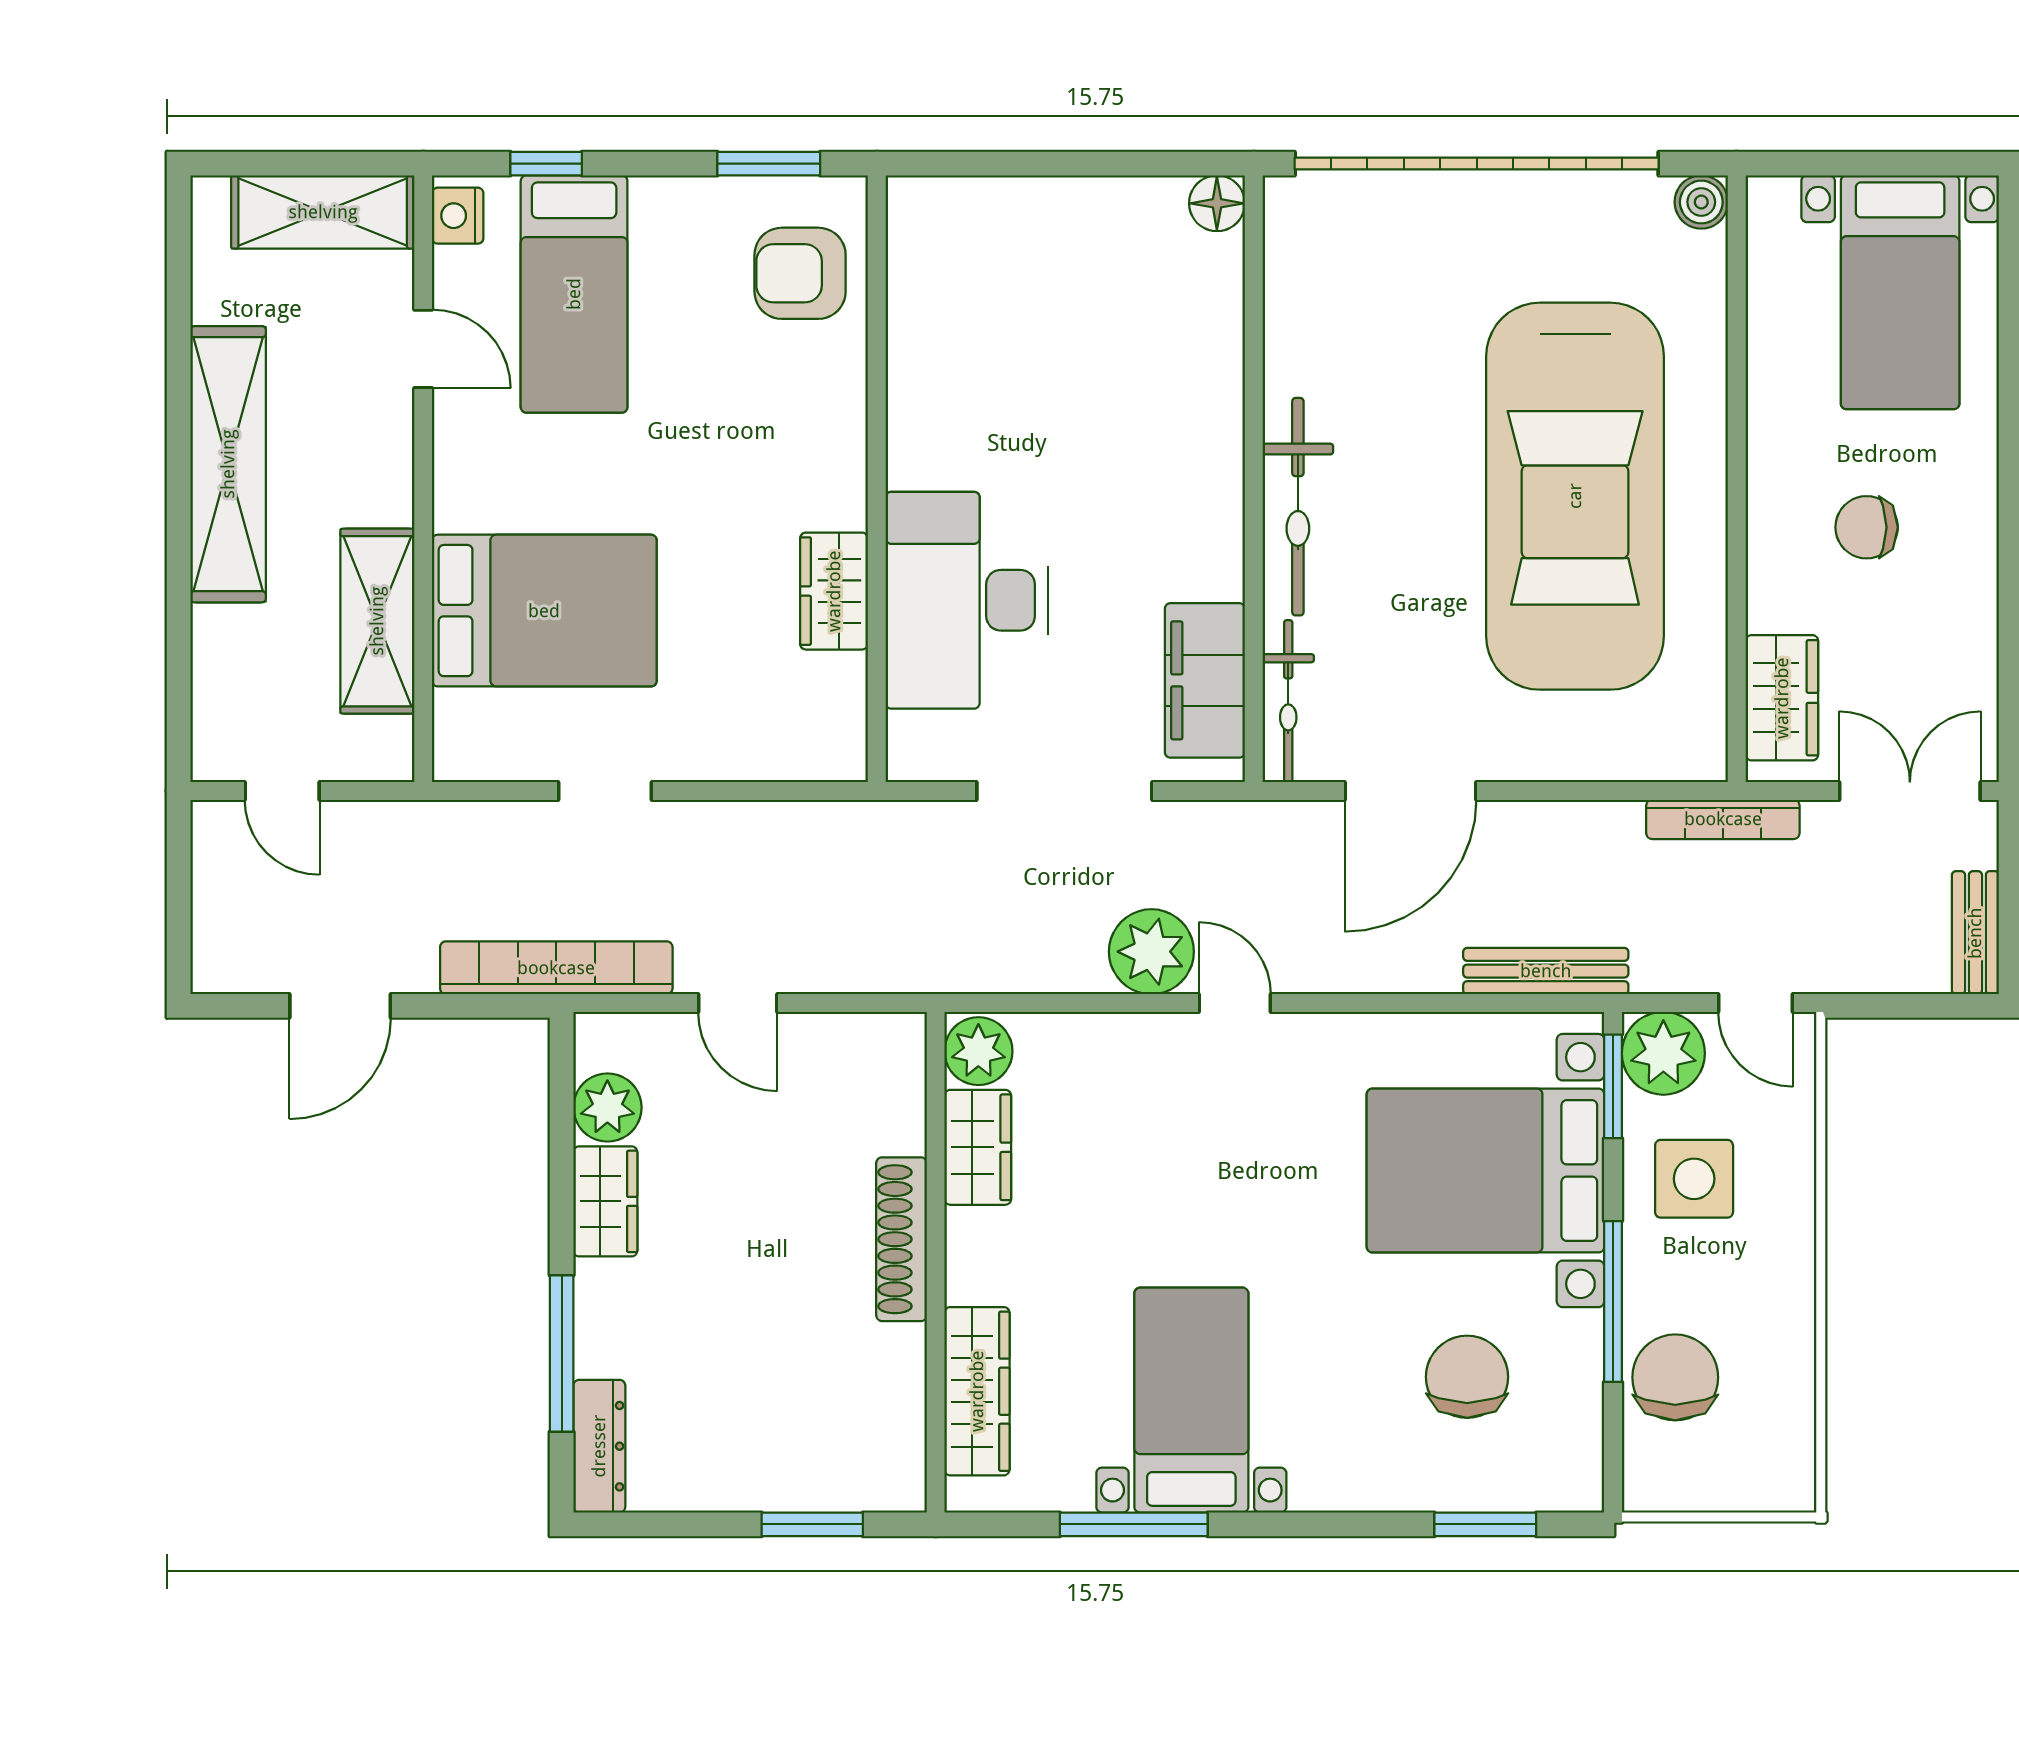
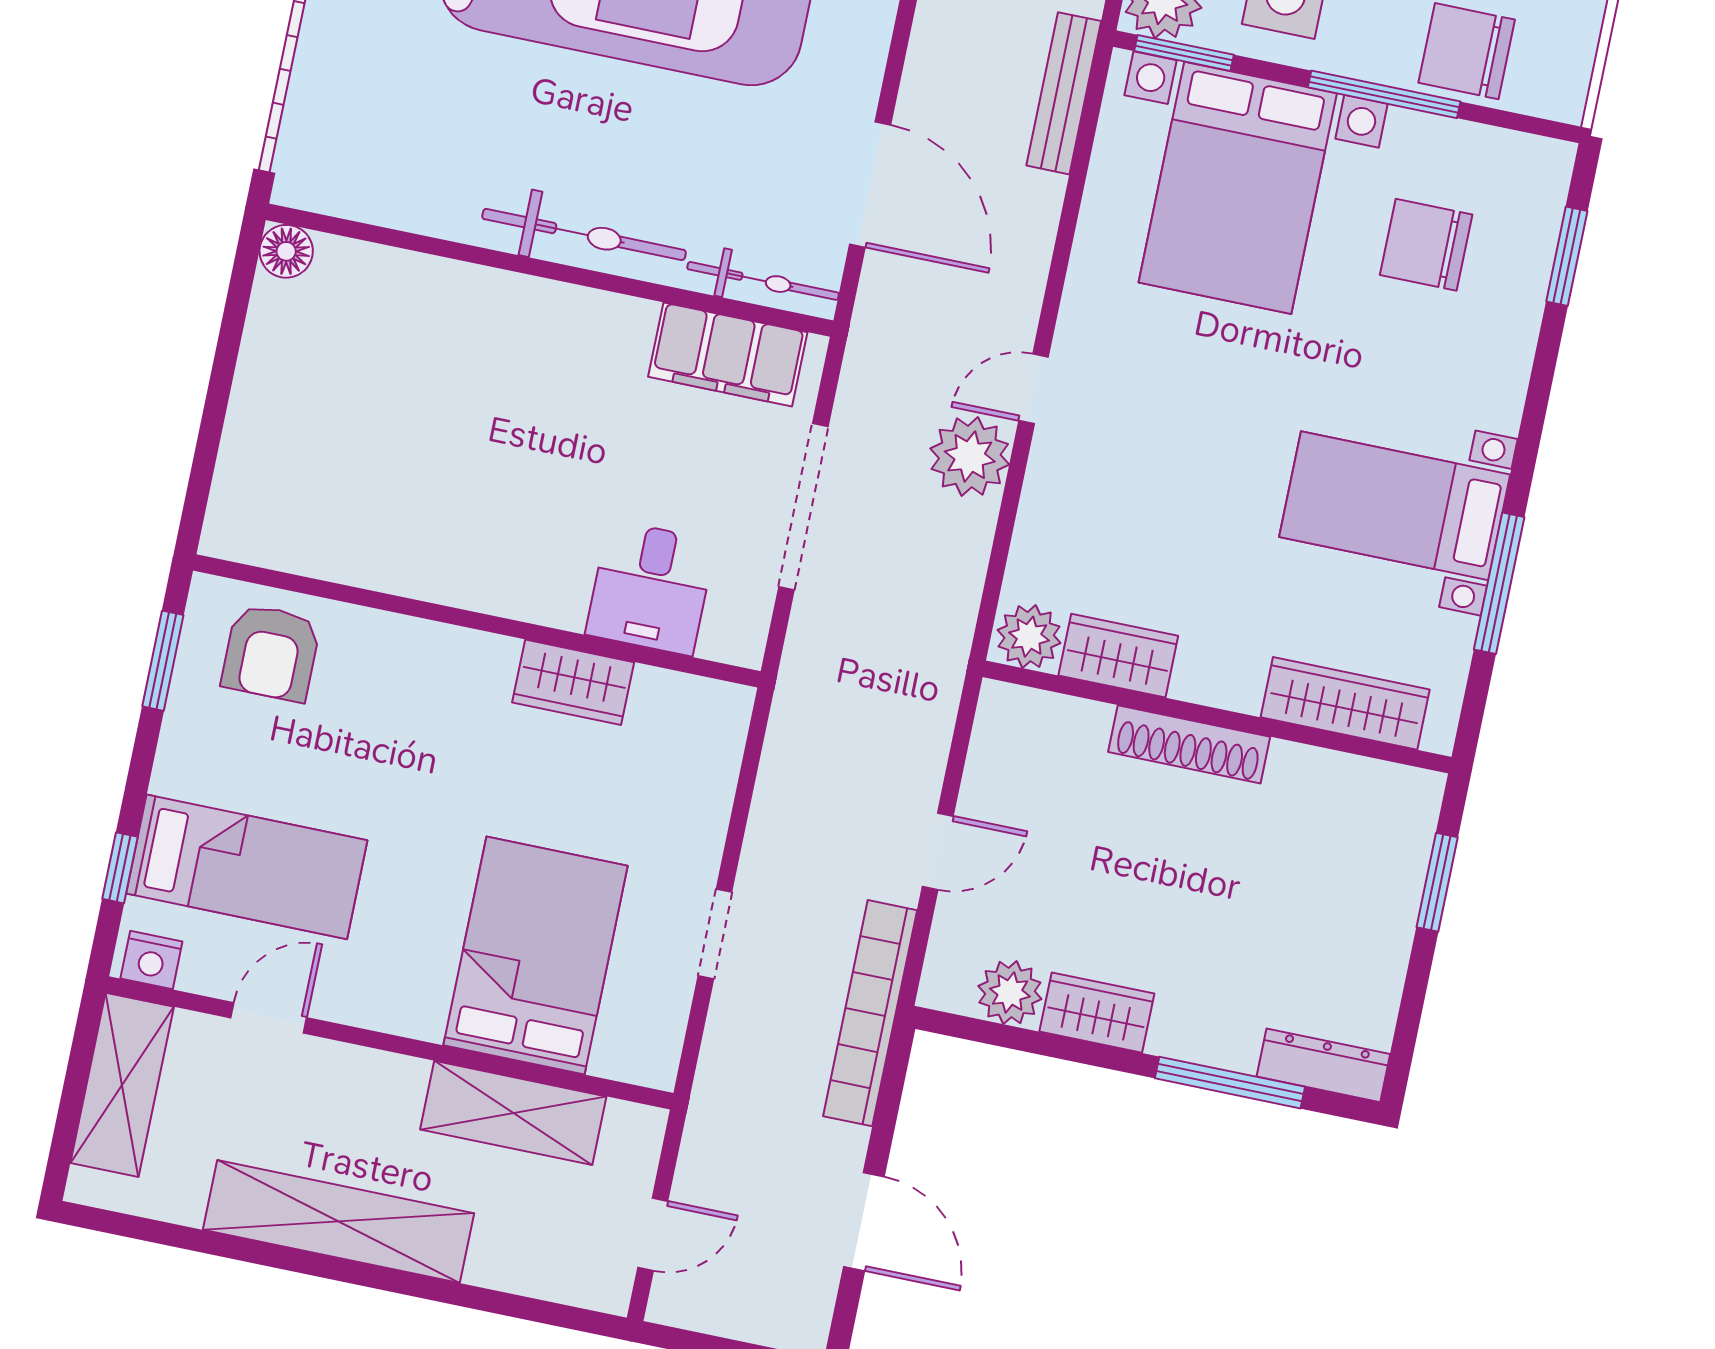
desk: (967, 600) -> (651, 588), width x0.53, depth x0.77

